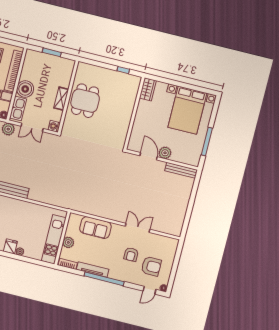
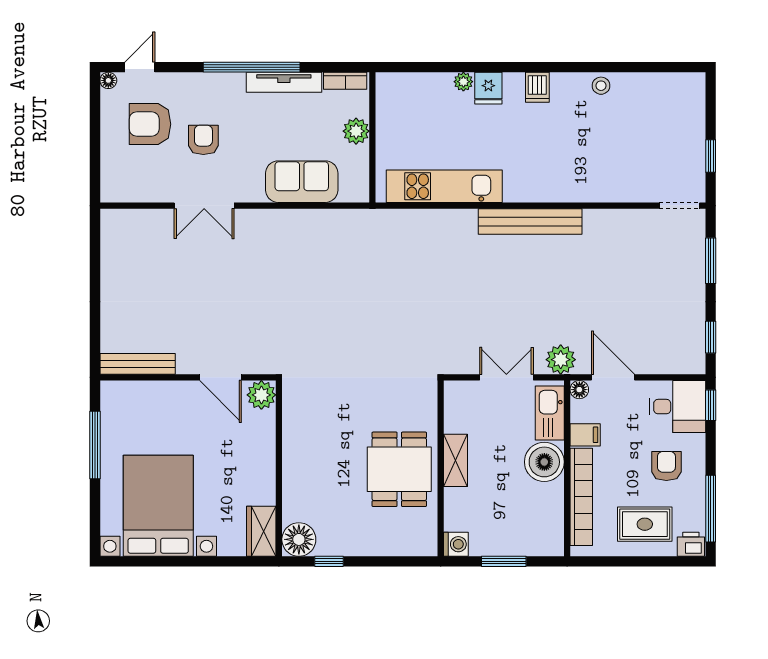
floor lamp: (133, 82) -> (299, 539), added
washing machine: (54, 126) -> (456, 544), moved
plant: (165, 153) -> (261, 395), moved
kitchen unit: (54, 239) -> (444, 186), moved, turned -90

